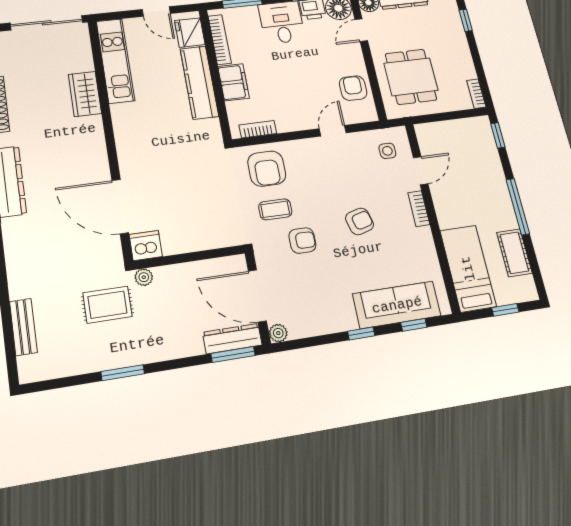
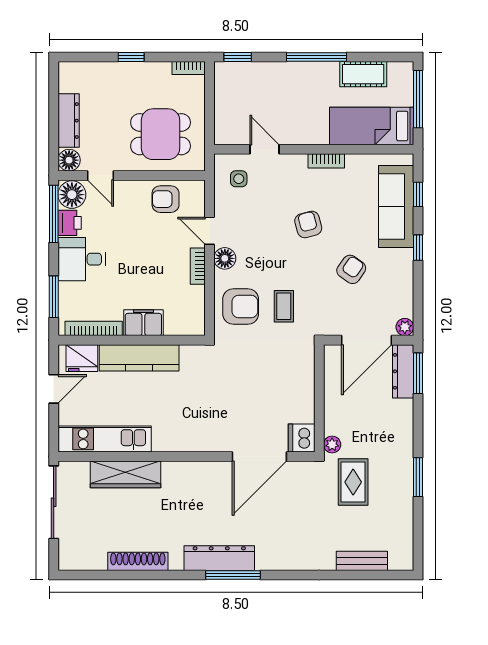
window: (466, 20) -> (131, 57), moved
wardrobe: (85, 94) -> (126, 474), width x1.50
bookcase: (258, 129) -> (198, 266), moved
floor lamp: (310, 148) -> (225, 258), added
bookcase: (419, 209) -> (326, 161), moved
armchair: (302, 241) -> (351, 269), moved, turned 35
window: (505, 310) -> (418, 99), width x2.17

